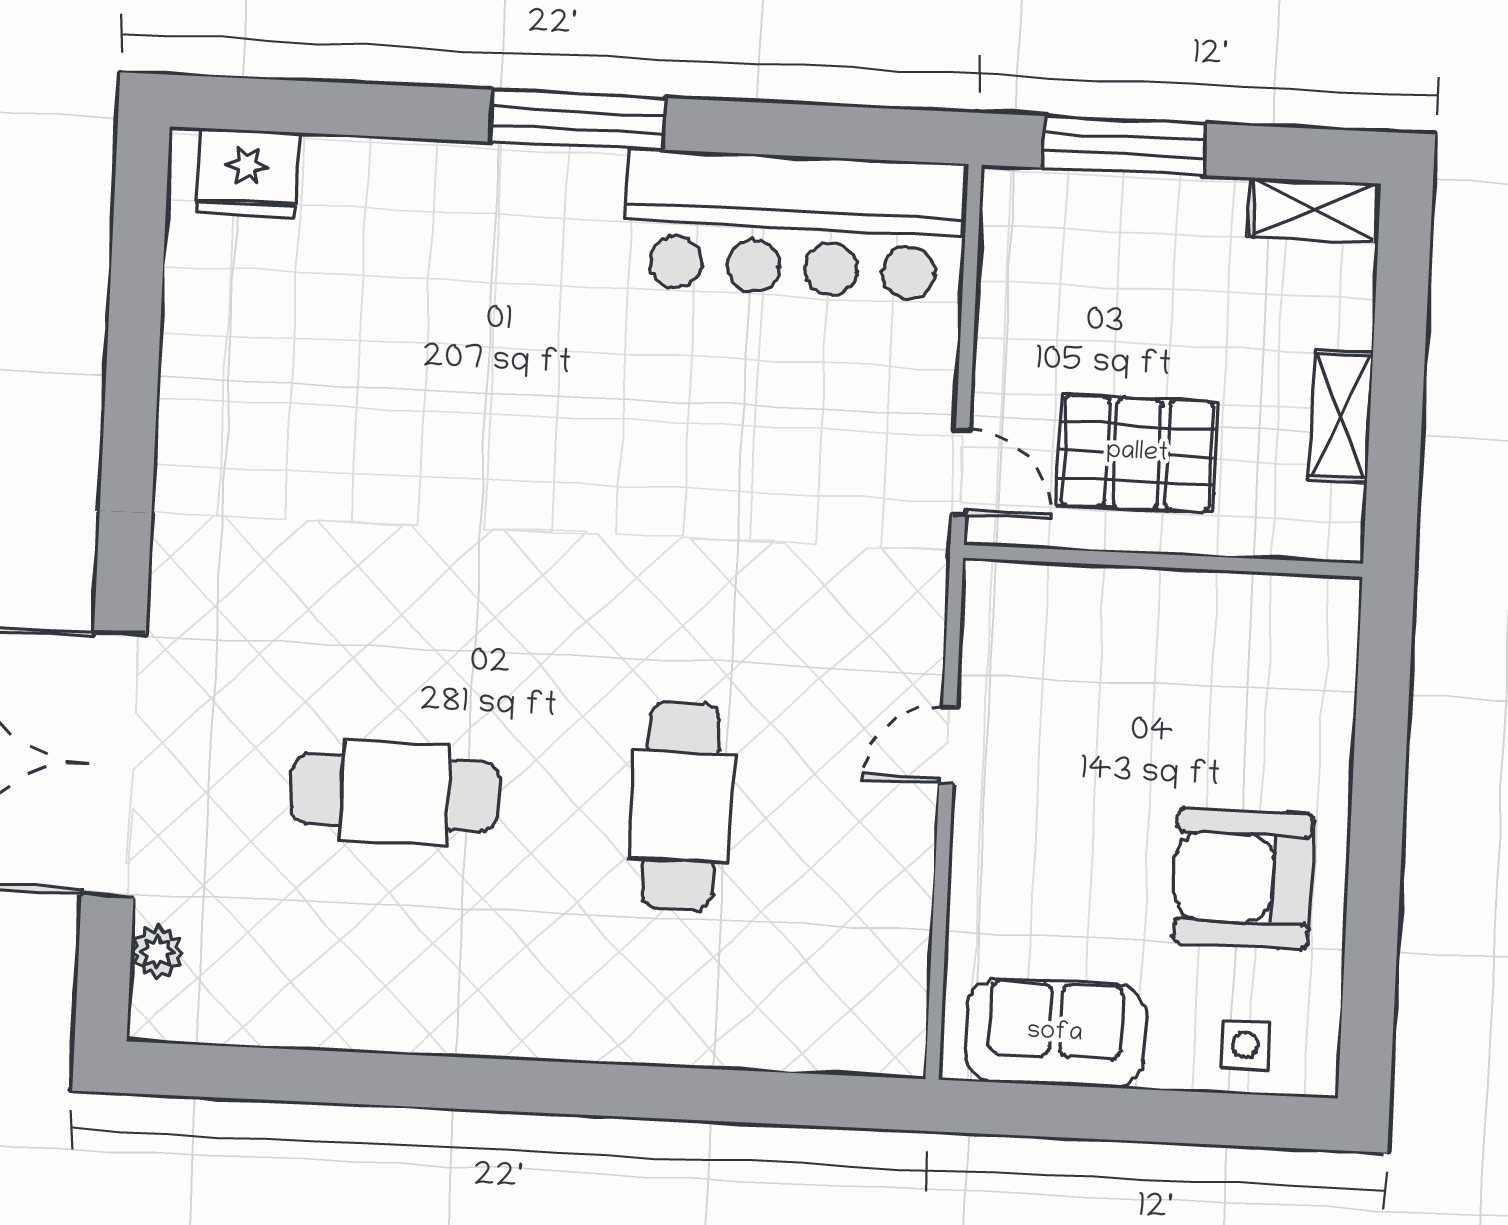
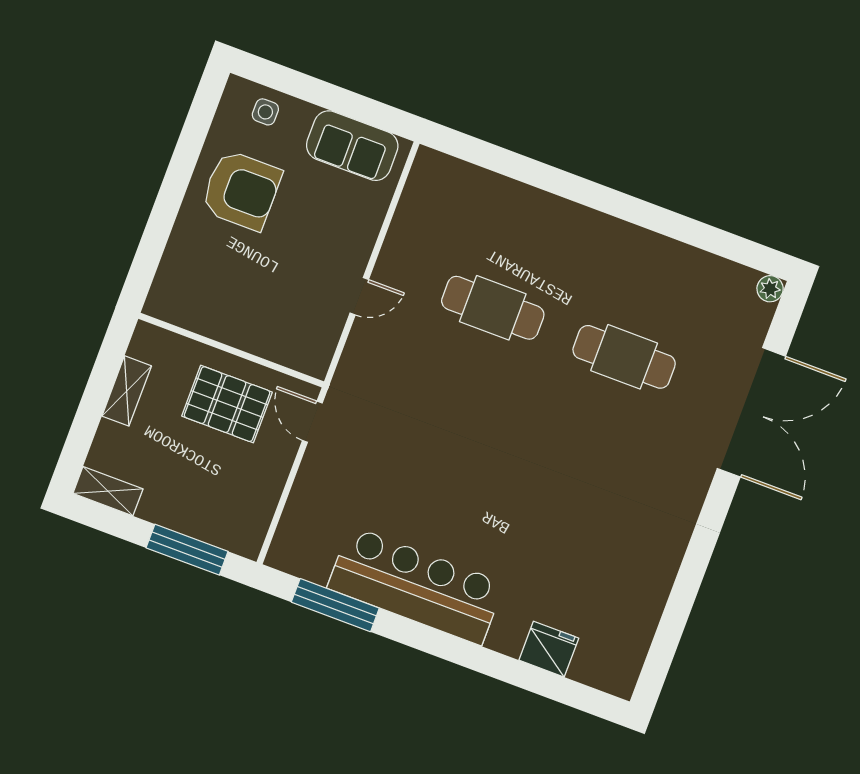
window: (578, 120) -> (335, 605), moved
fridge: (247, 173) -> (549, 649), moved
bar counter: (794, 225) -> (416, 586), moved
cafe table: (681, 806) -> (493, 308), turned 90
plant: (157, 952) -> (770, 289), moved

